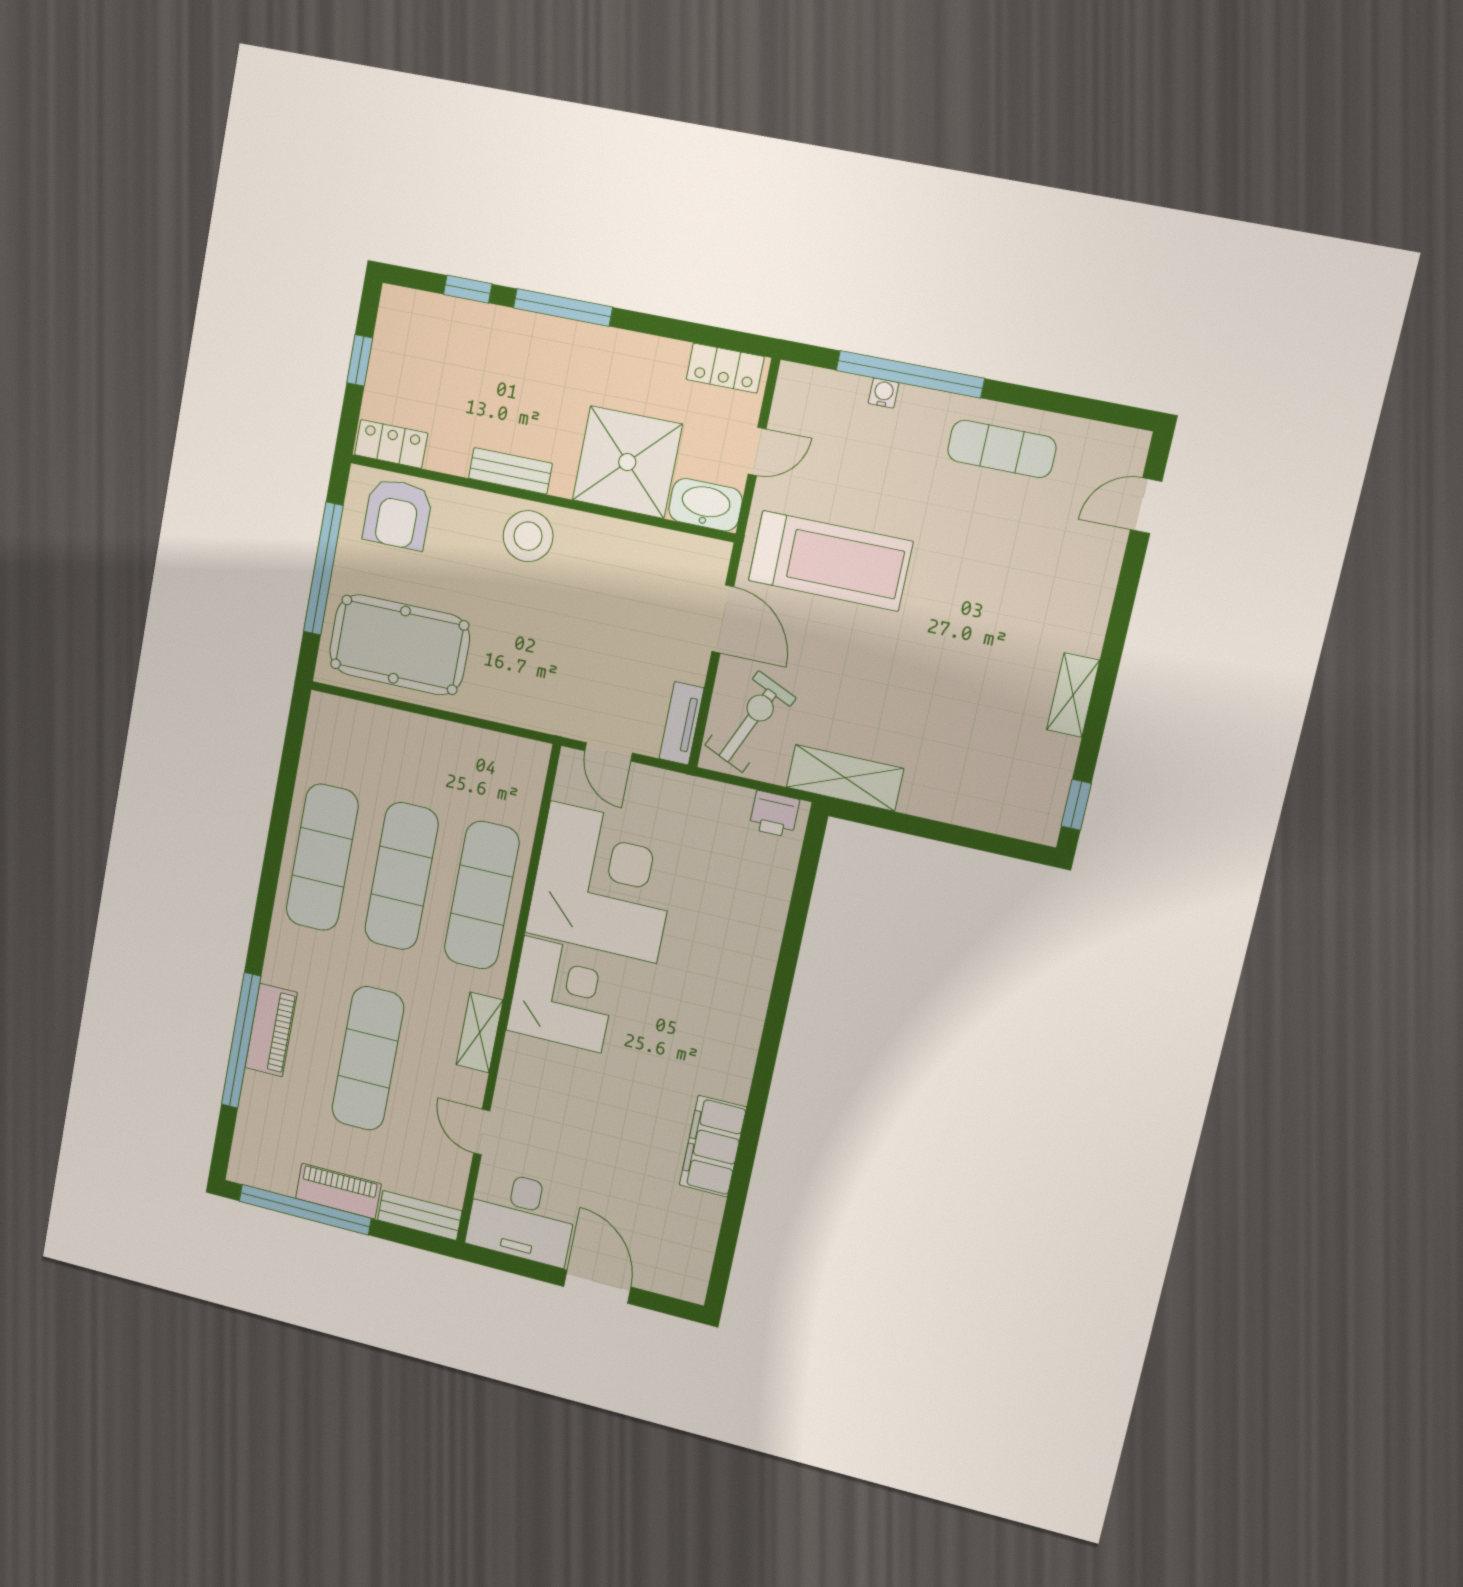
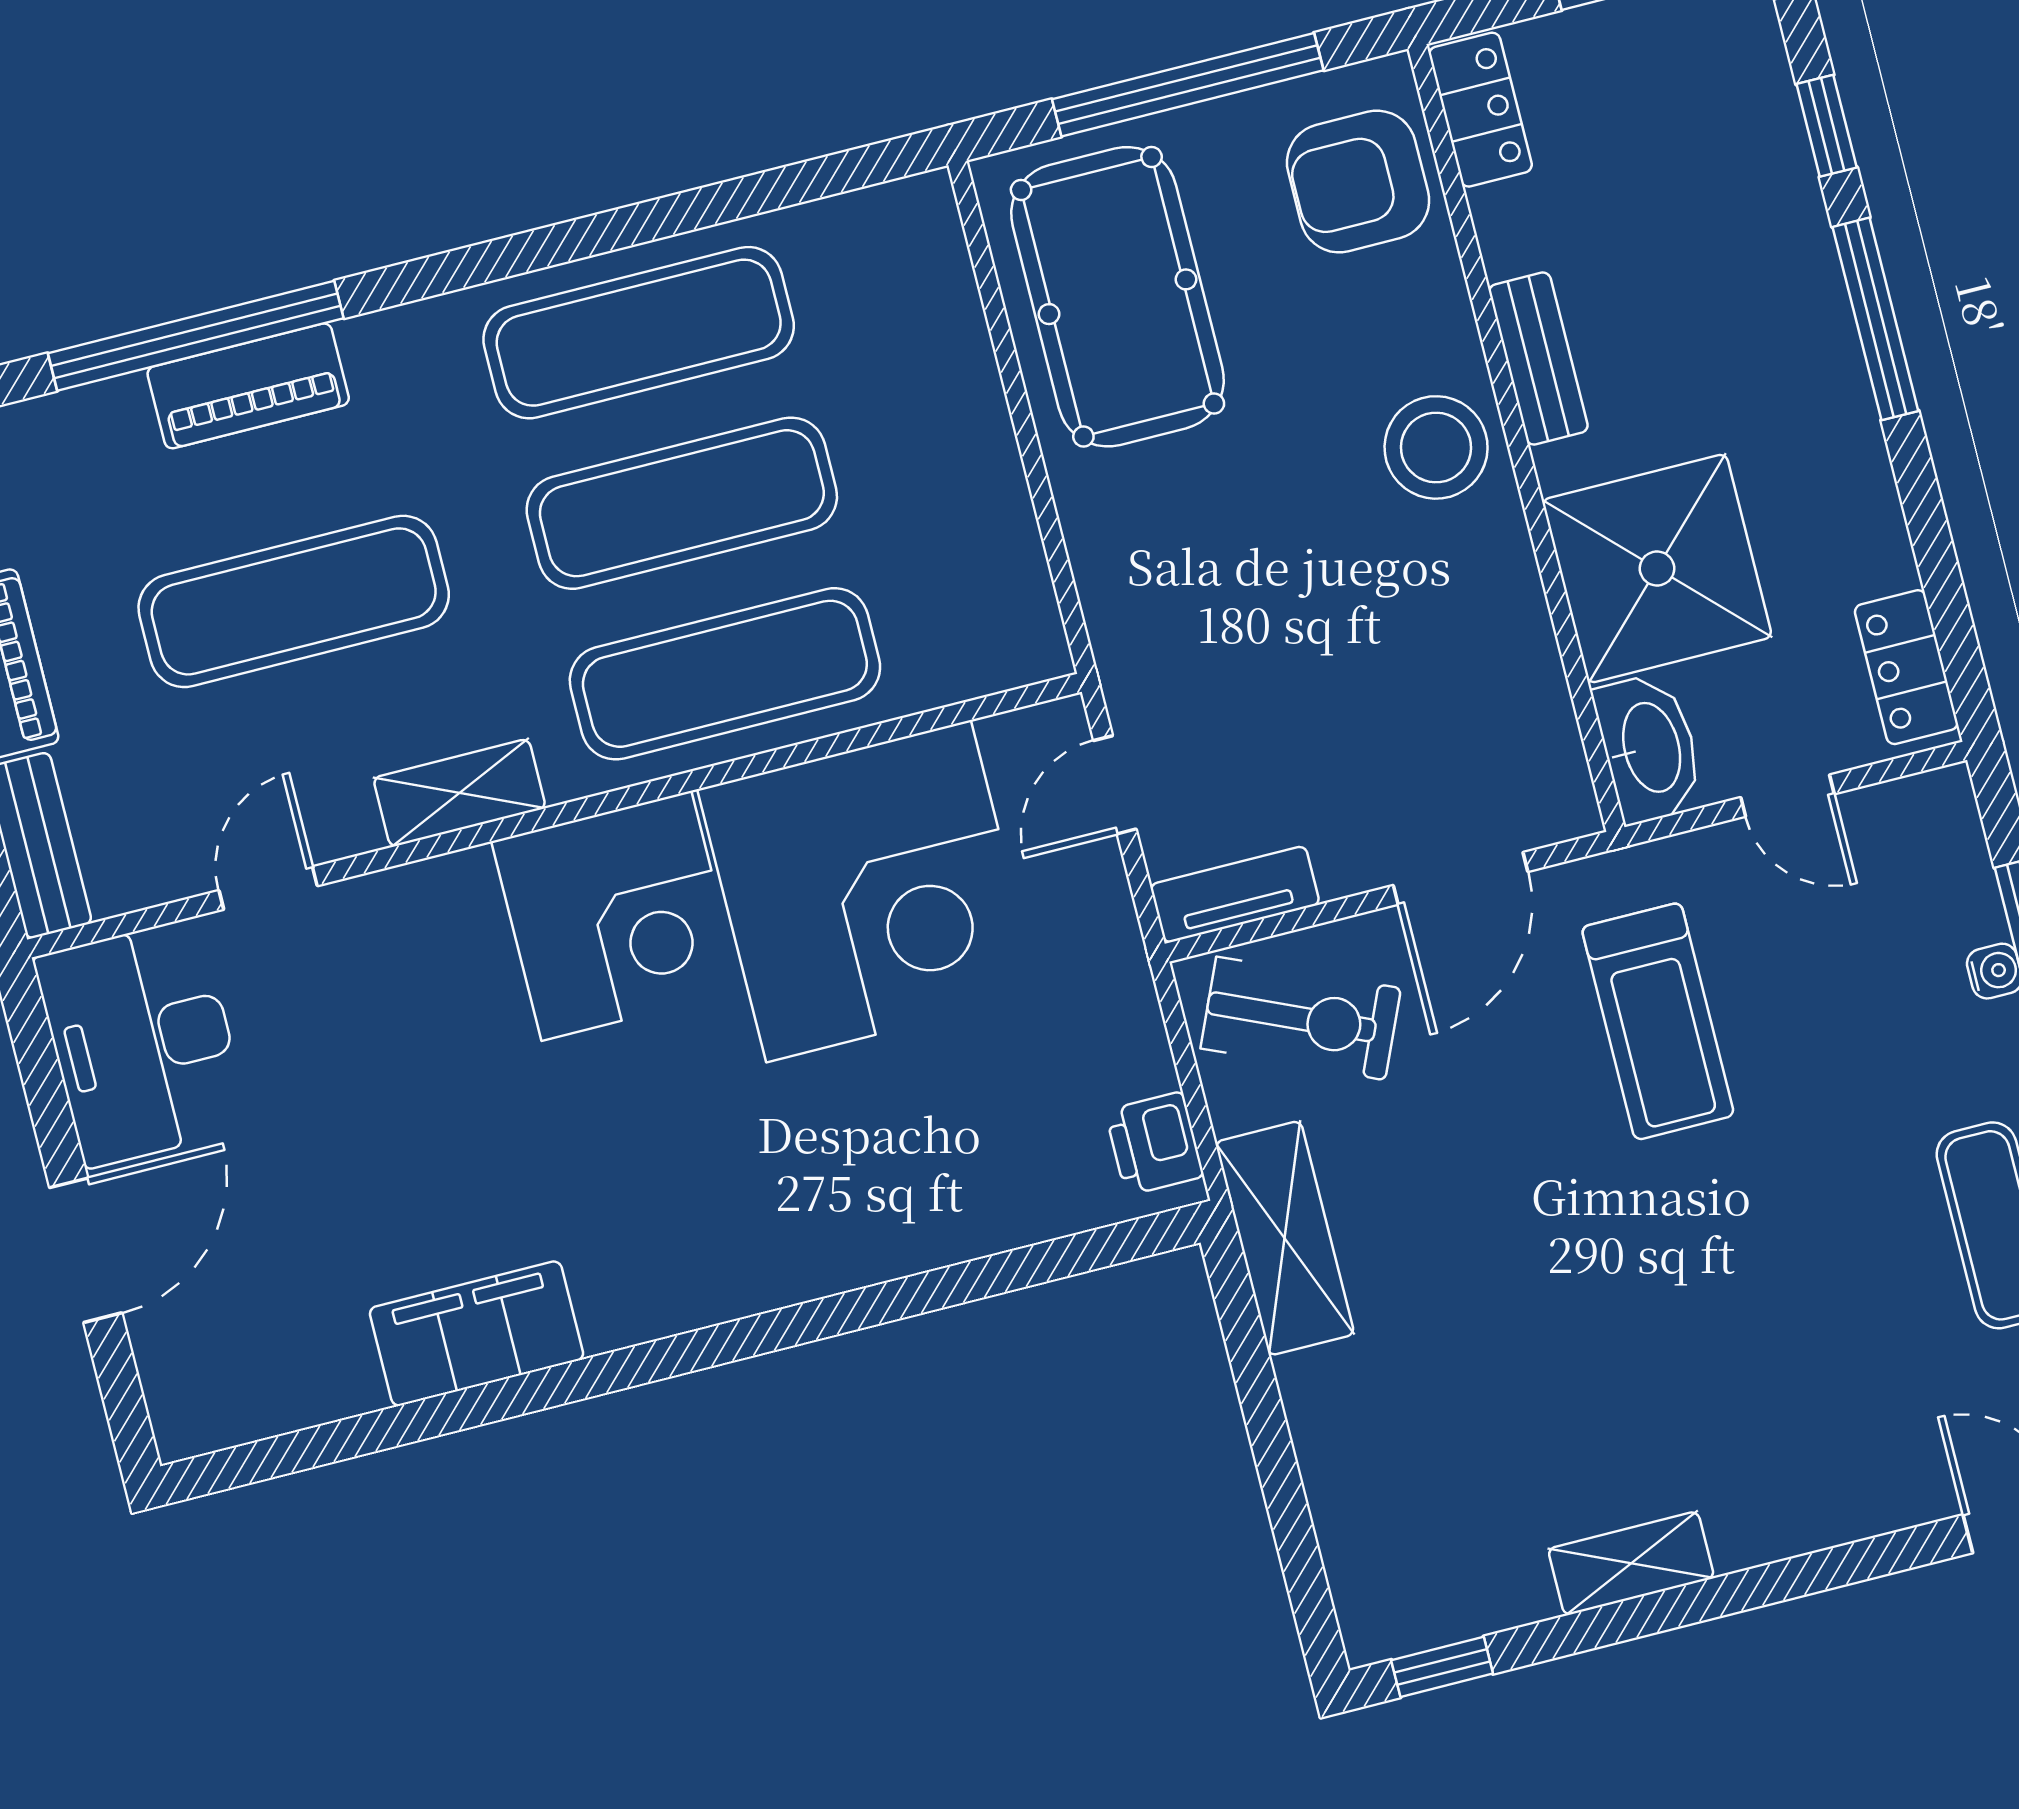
treadmill: (830, 561) -> (1658, 1021), width x0.73, depth x0.73

